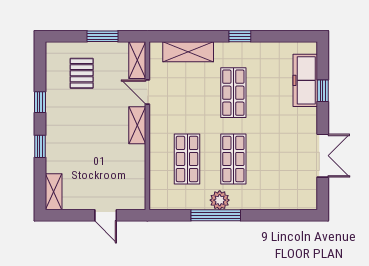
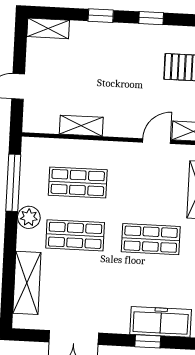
shelving: (137, 125) -> (81, 126), moved
shelving: (277, 199) -> (27, 283), added
window: (216, 215) -> (13, 183), moved

